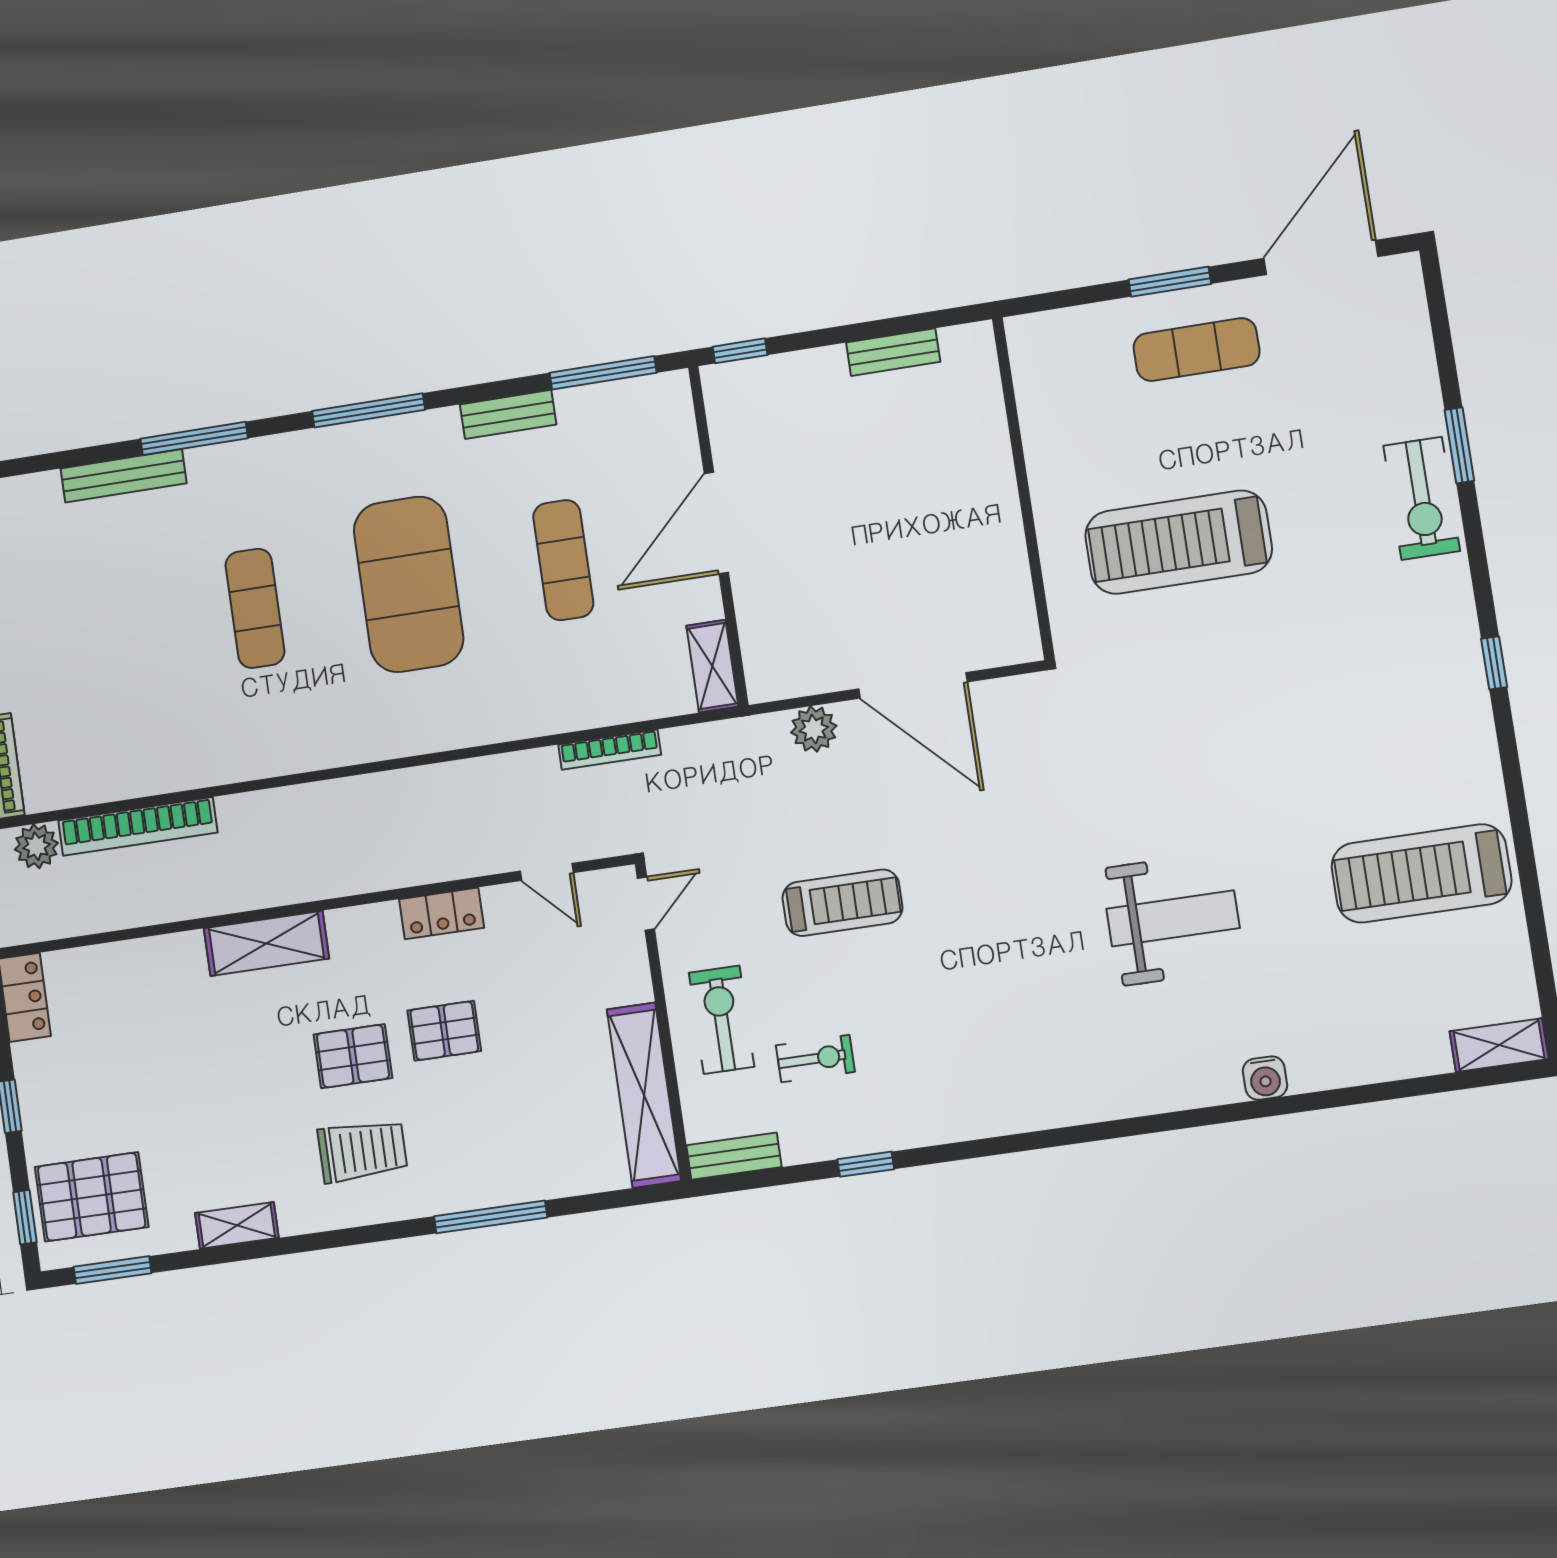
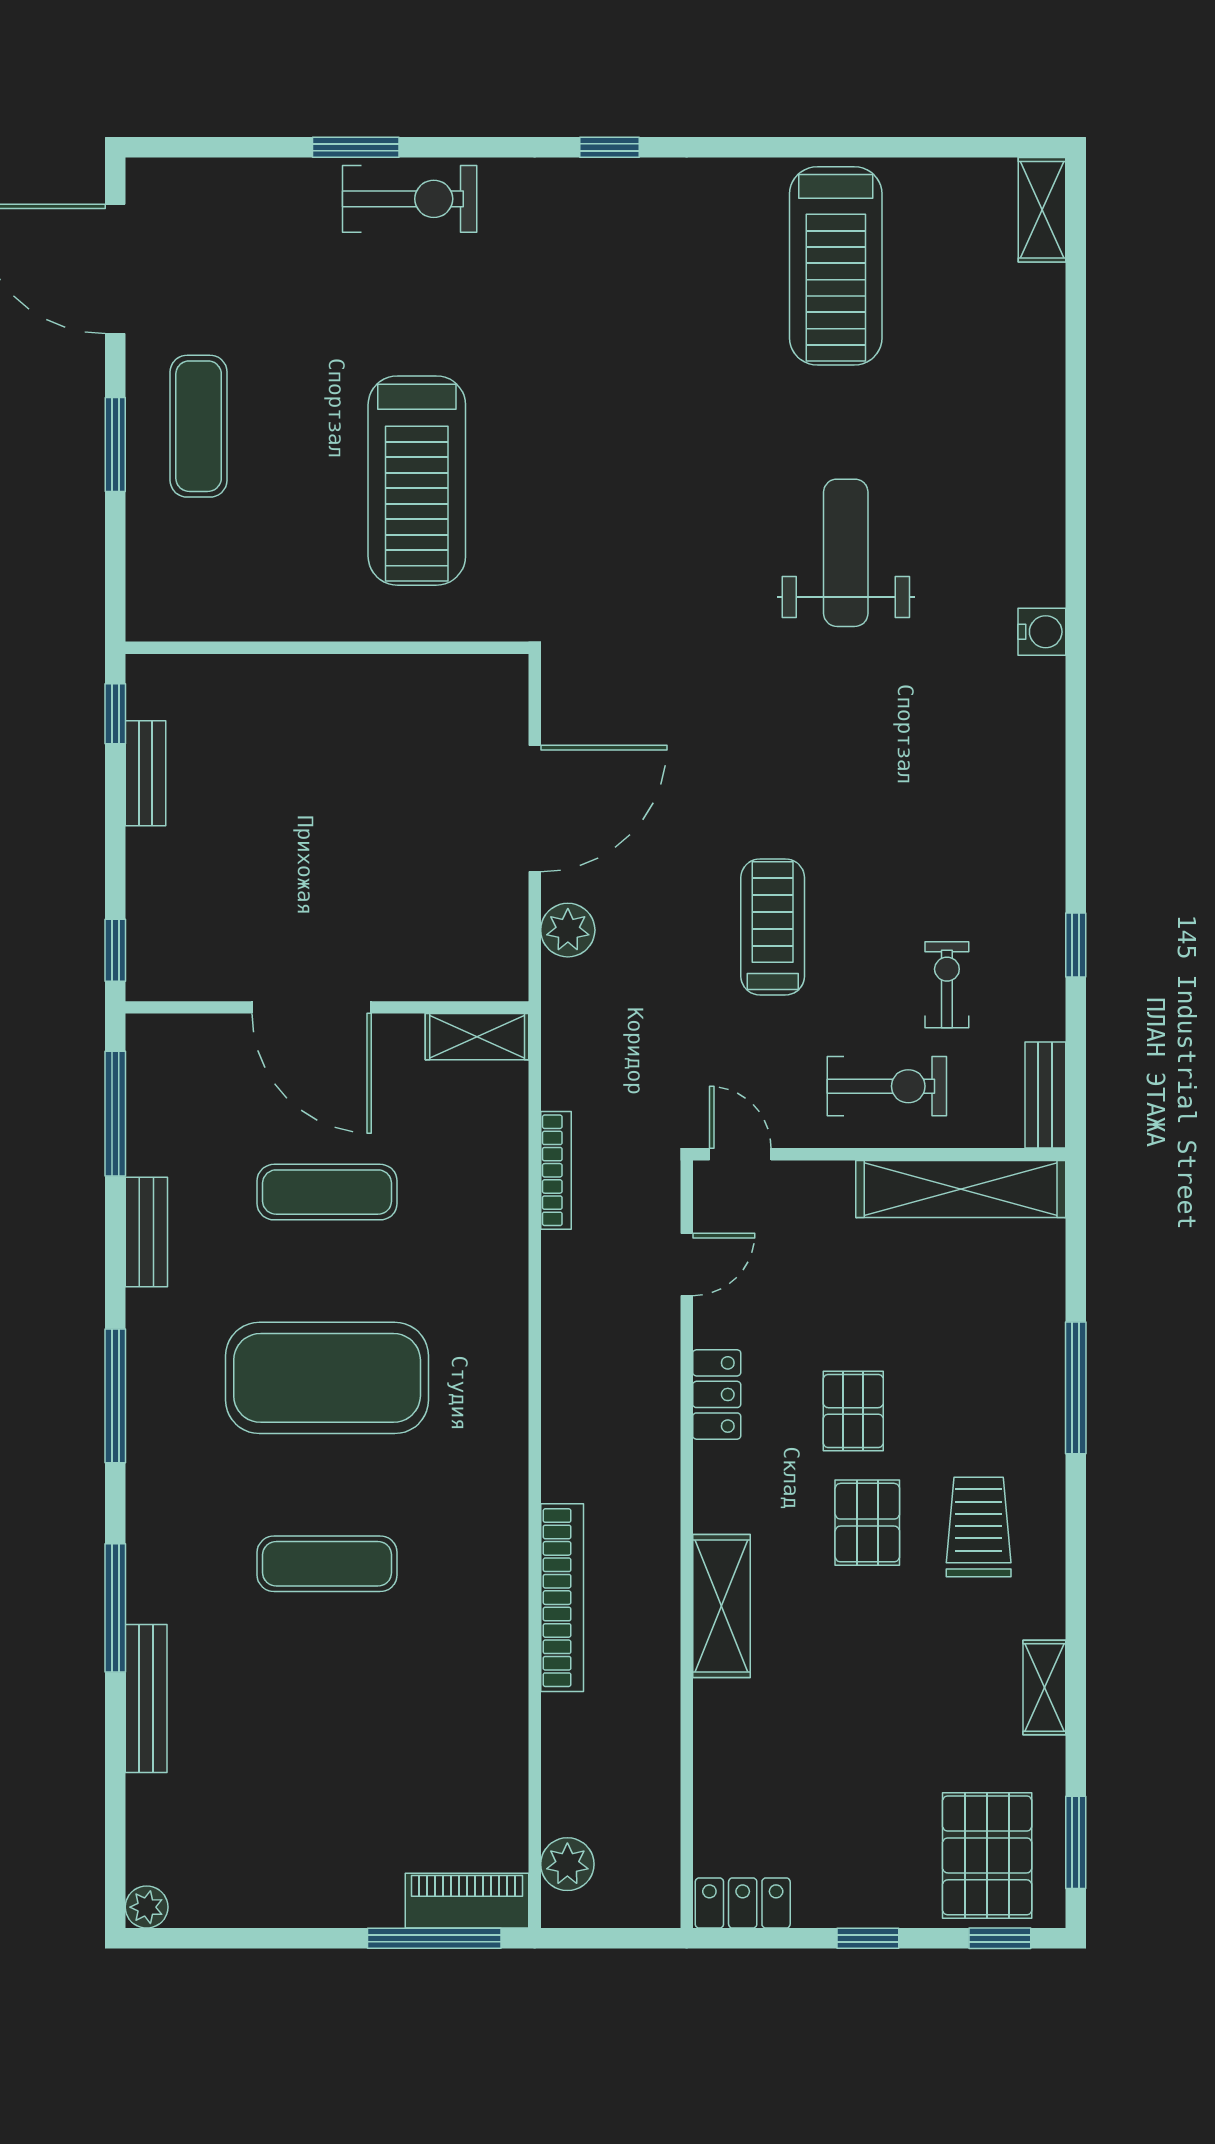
window: (940, 319) -> (115, 714), added
bookcase: (138, 826) -> (562, 1598), moved
exercise bike: (722, 1020) -> (887, 1086), turned 180
water cooler: (1265, 1078) -> (1042, 632), moved

